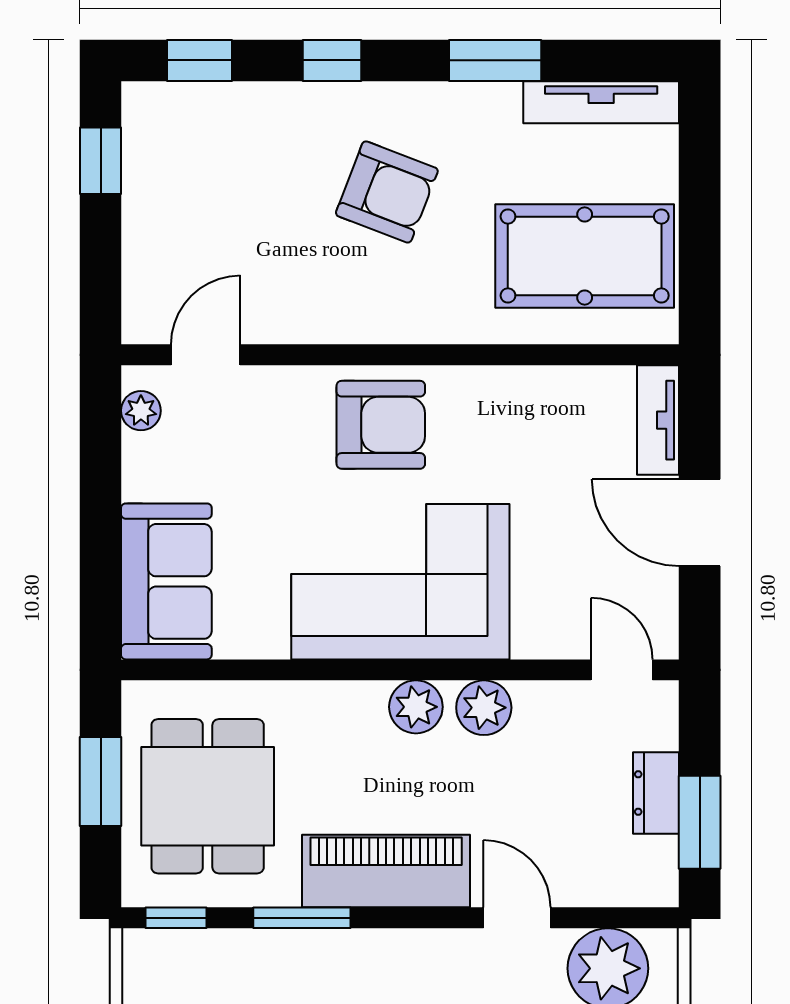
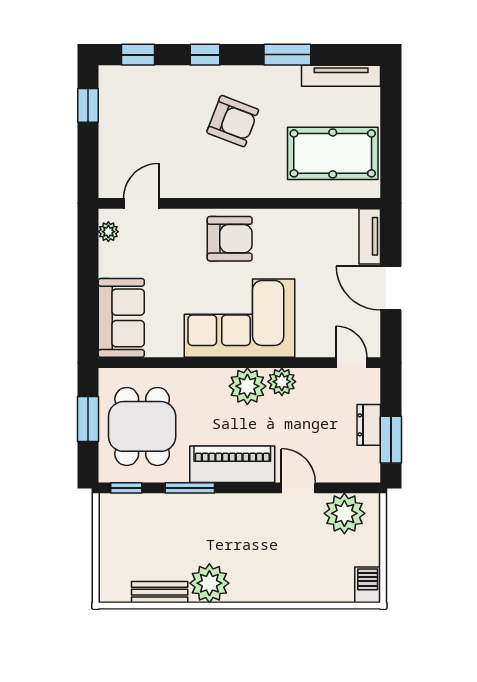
plant: (416, 707) -> (247, 386), width x1.36, depth x1.36

